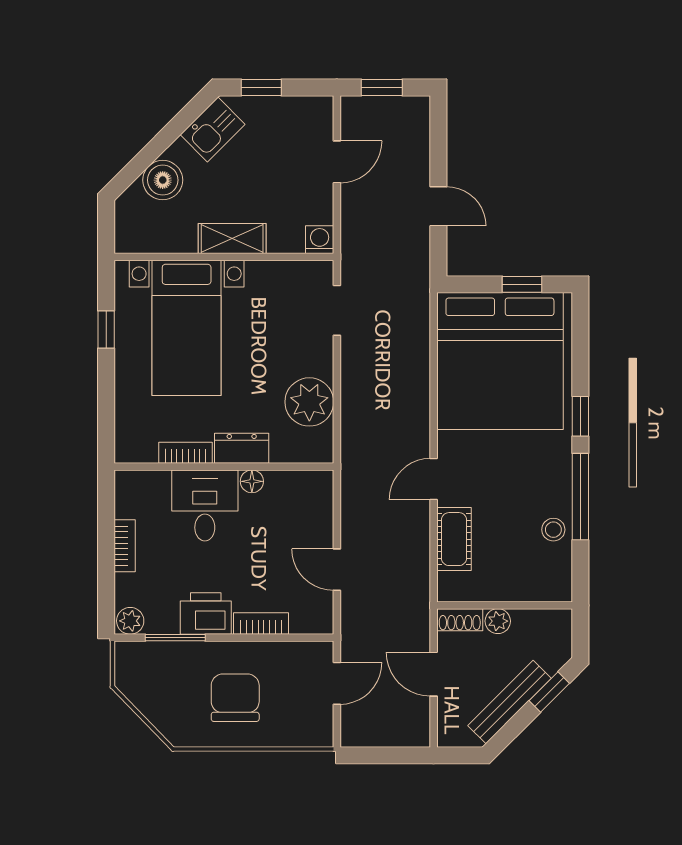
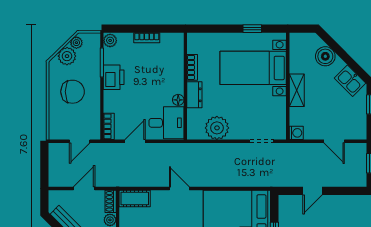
desk: (205, 505) -> (166, 123), moved
cot: (454, 539) -> (135, 199), moved
bookcase: (261, 623) -> (109, 126), moved
door: (337, 683) -> (80, 141), hinge flipped
plant: (135, 690) -> (76, 43), added
plant: (162, 709) -> (67, 56), added

